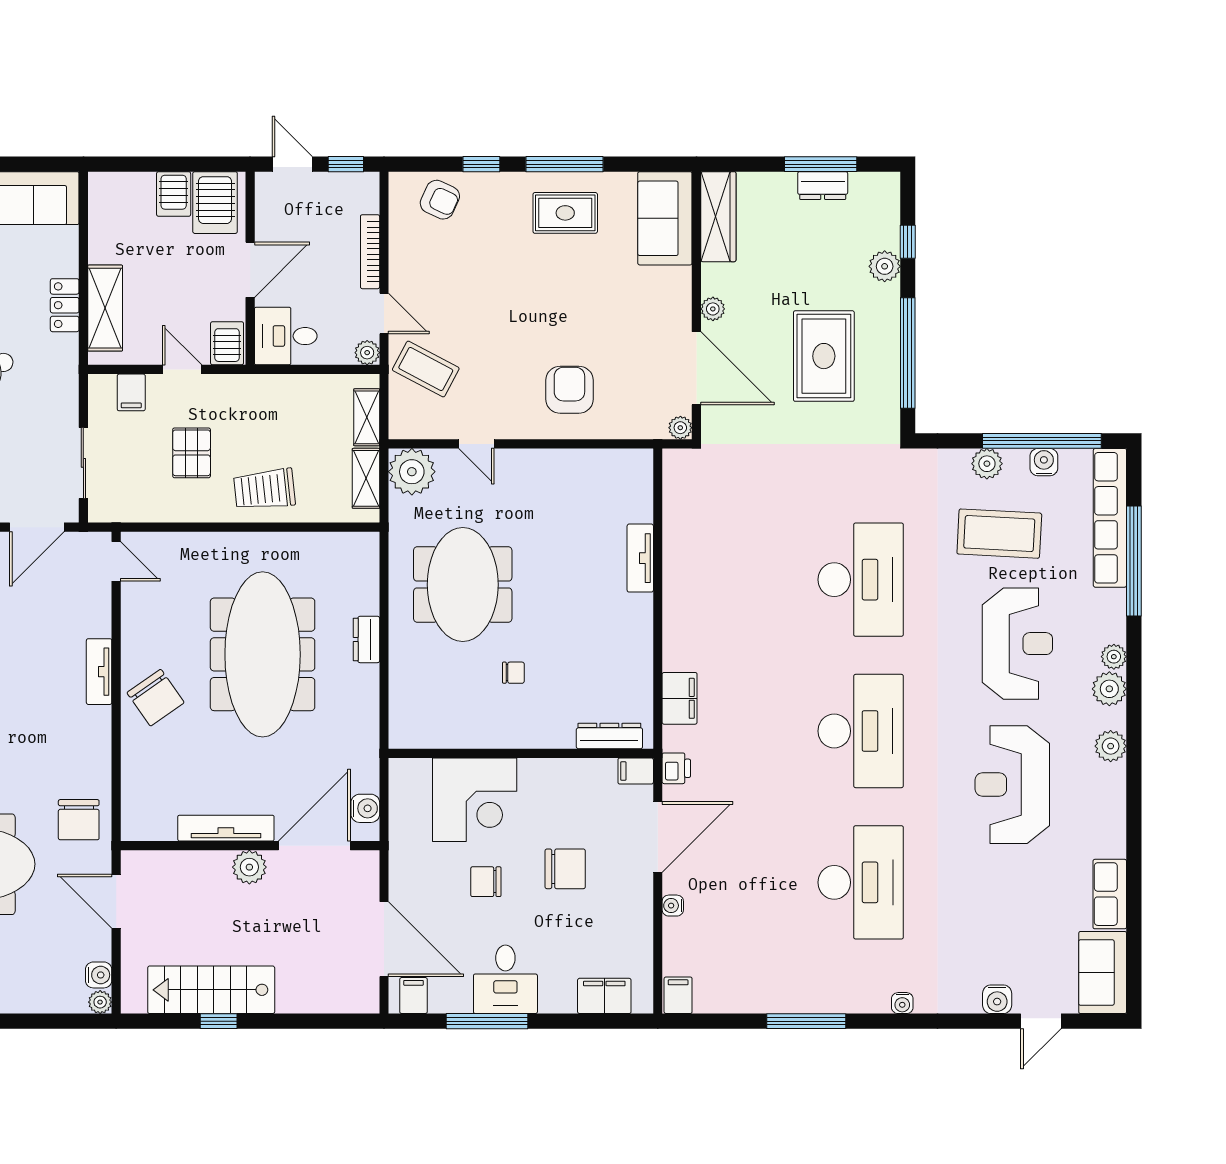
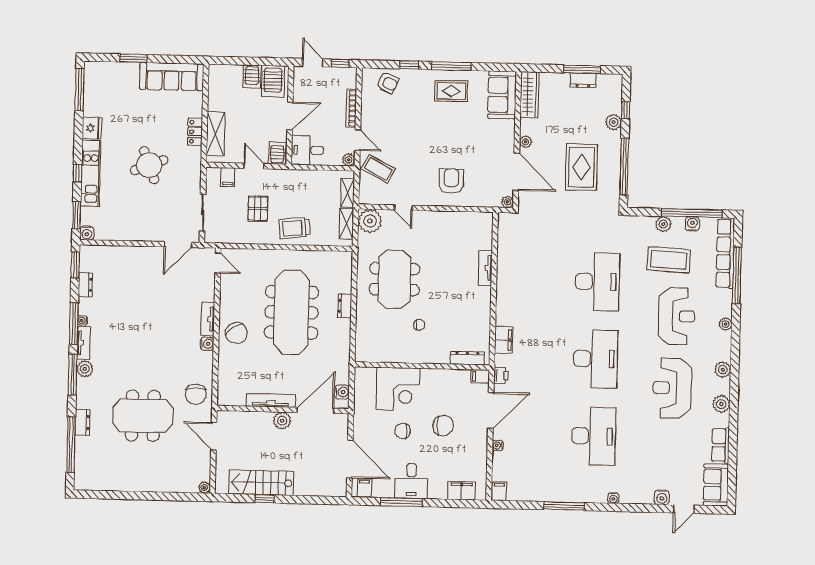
plant: (1109, 689) -> (721, 404), moved
water cooler: (99, 975) -> (207, 344), moved

